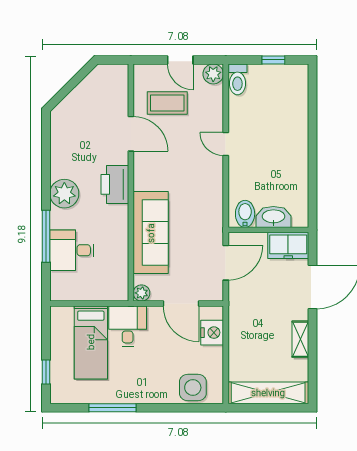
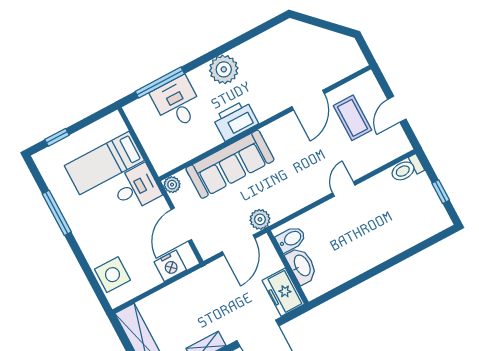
plant: (213, 74) -> (260, 219), moved
printer: (115, 184) -> (236, 120), moved
window: (46, 236) -> (160, 83), moved
door: (226, 263) -> (239, 245), hinge flipped

